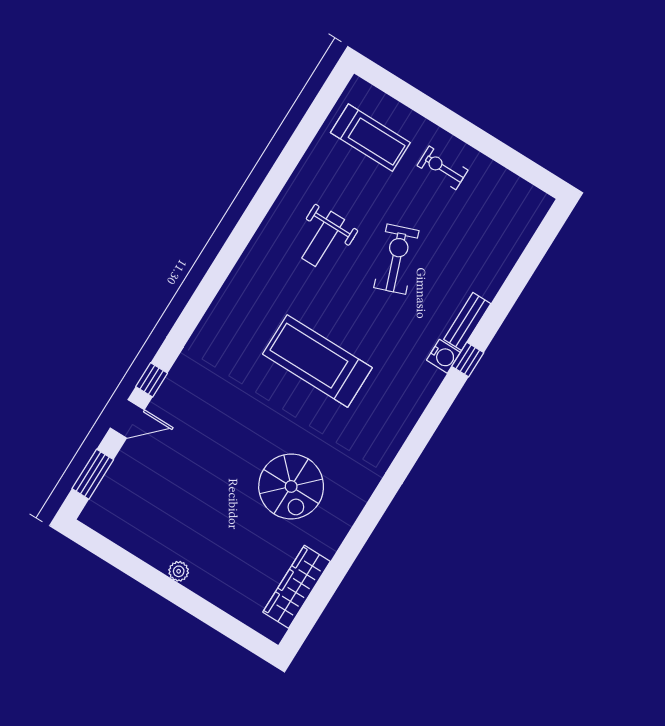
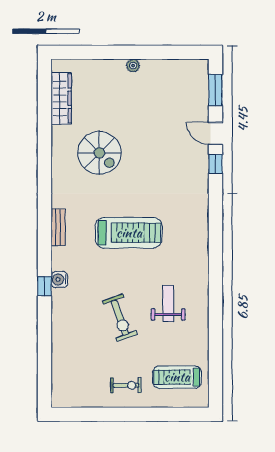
bench: (467, 321) -> (58, 227), moved
door: (127, 419) -> (215, 133), hinge flipped
spiral stairs: (291, 486) -> (99, 153), turned 180

